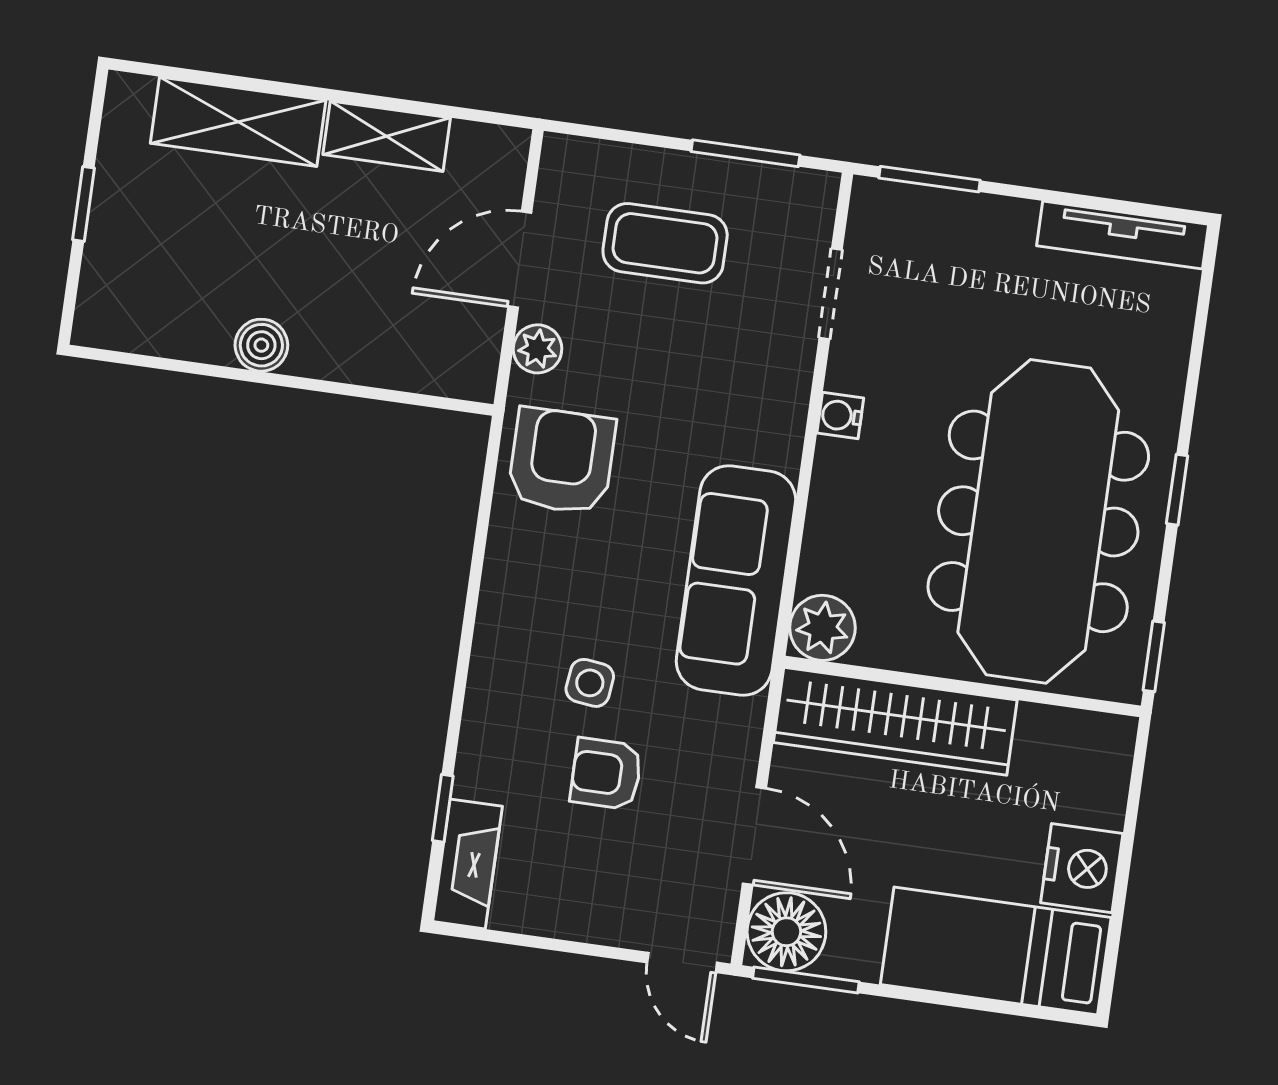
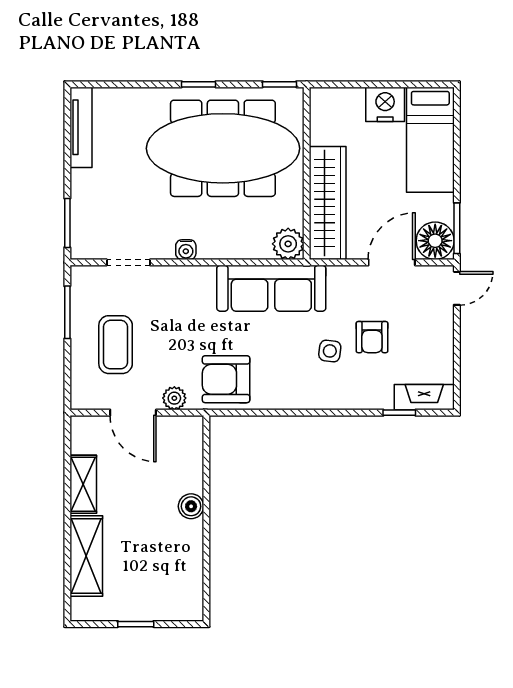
boiler: (261, 345) -> (191, 506), moved

